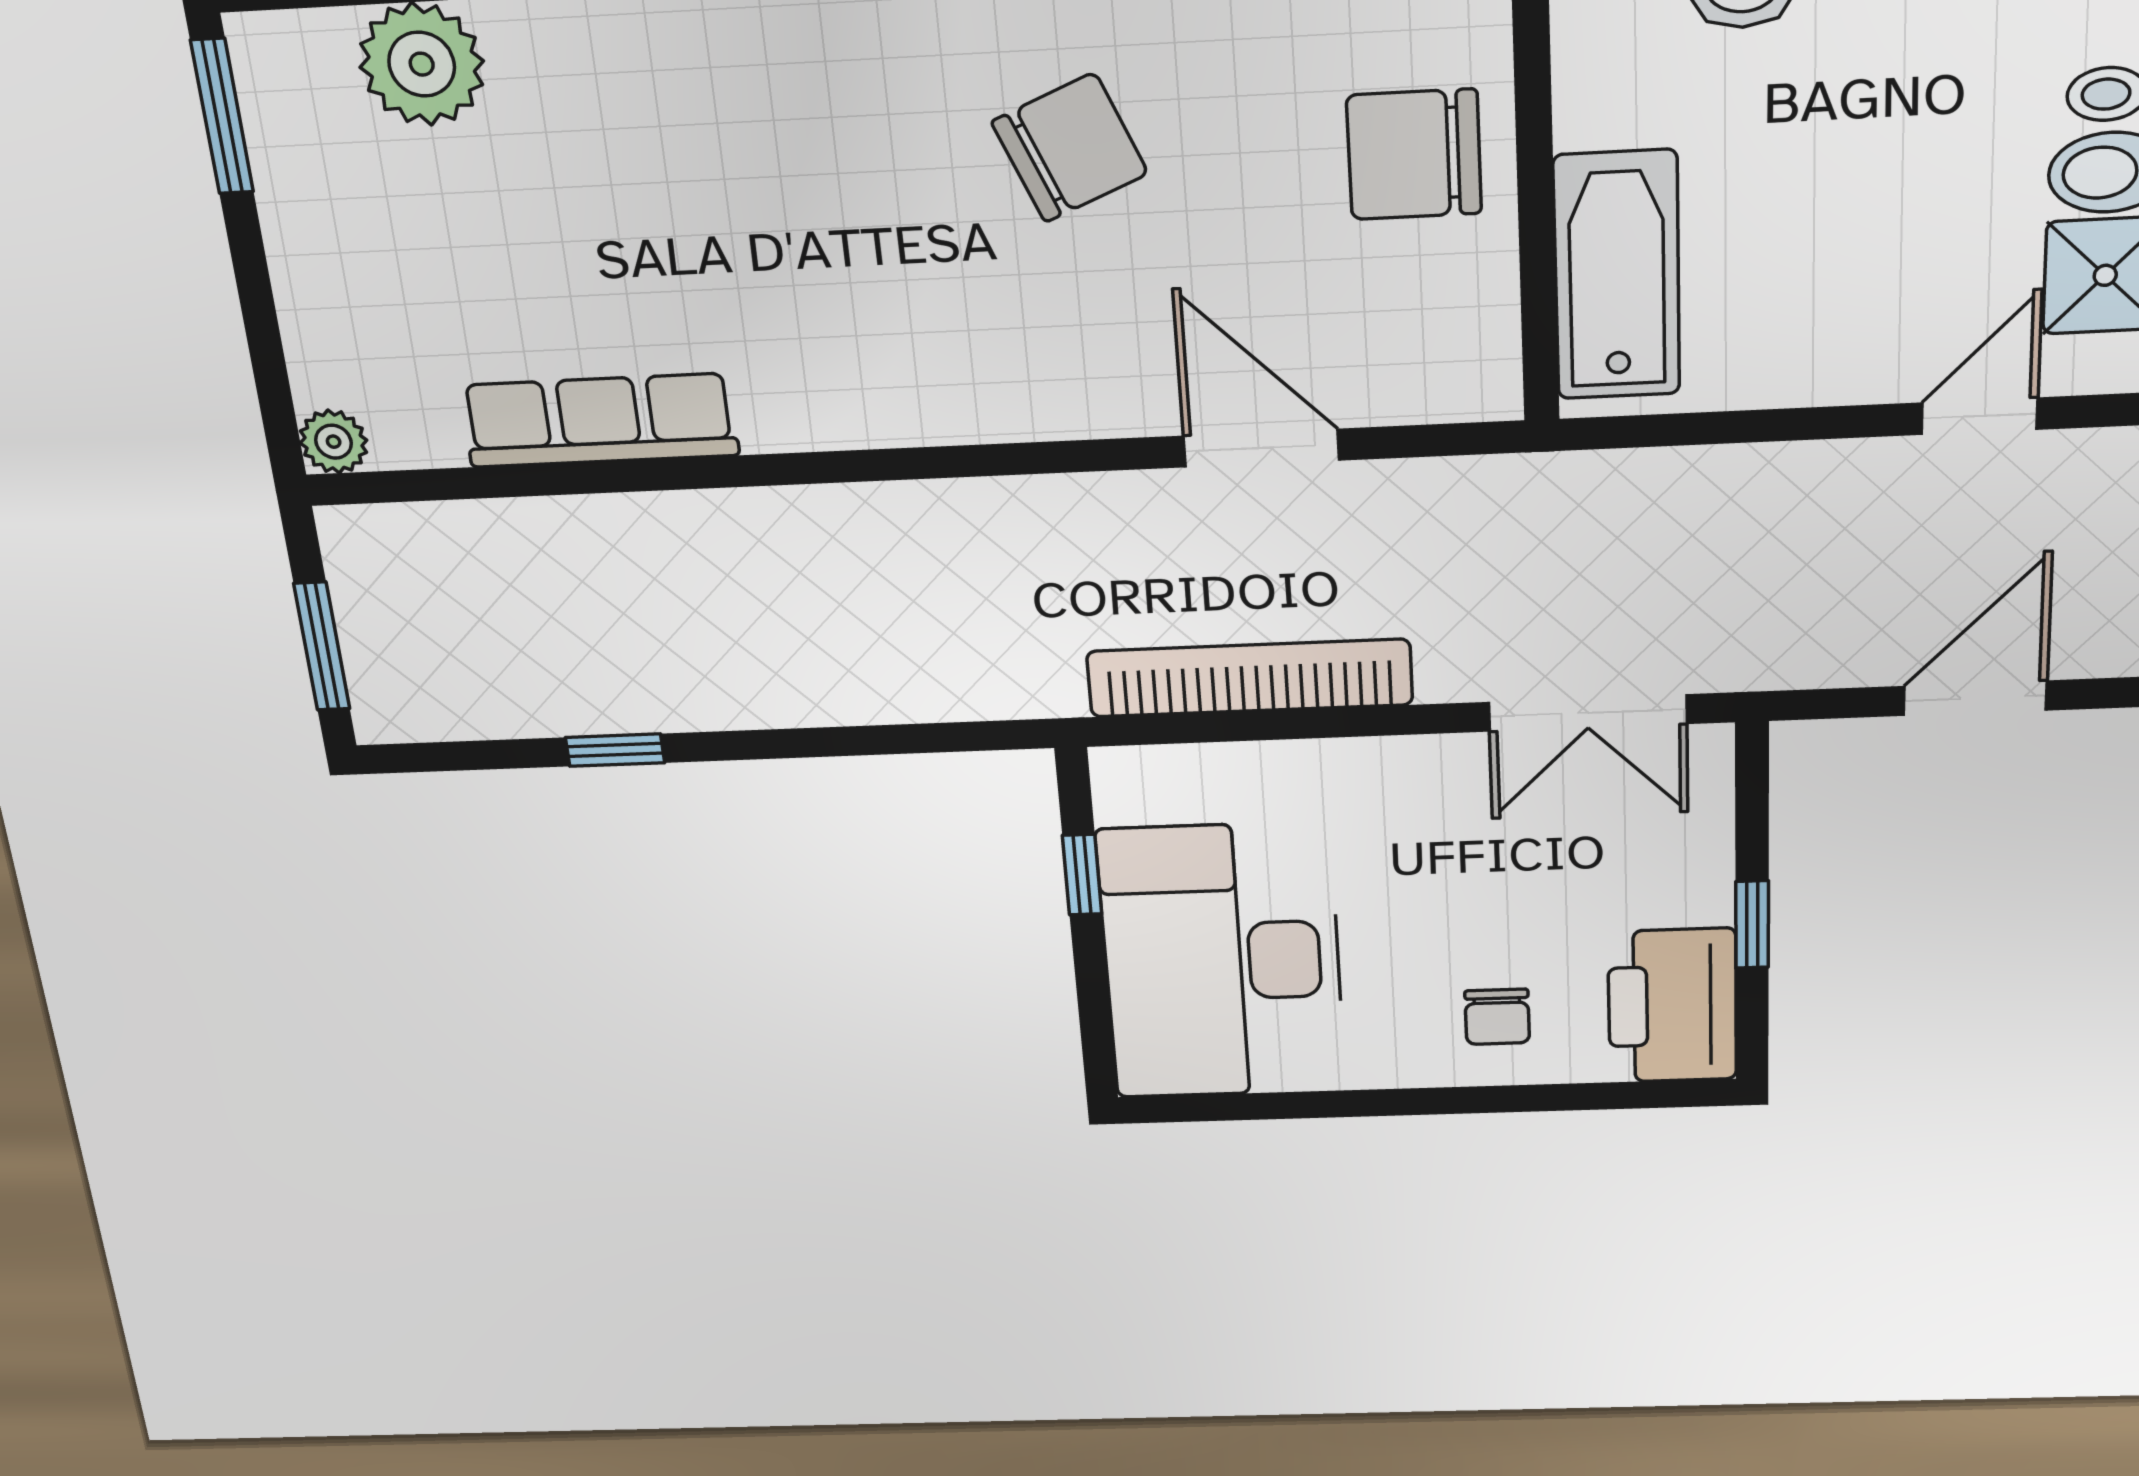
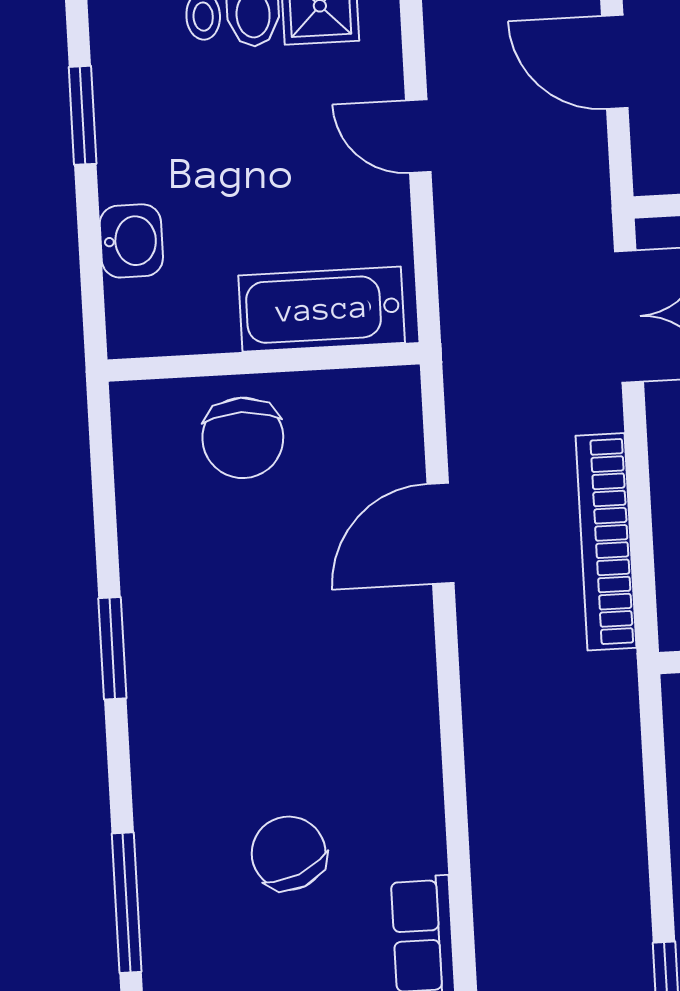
chair: (1070, 148) -> (289, 853), moved
door: (1980, 416) -> (418, 136), moved

